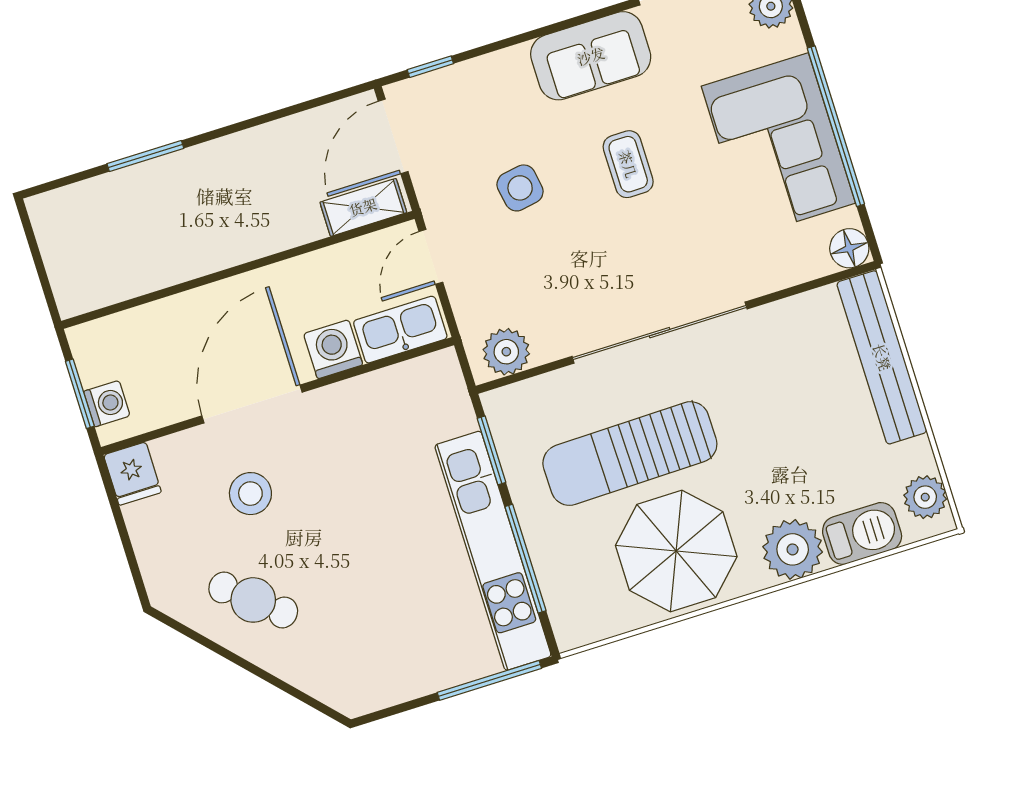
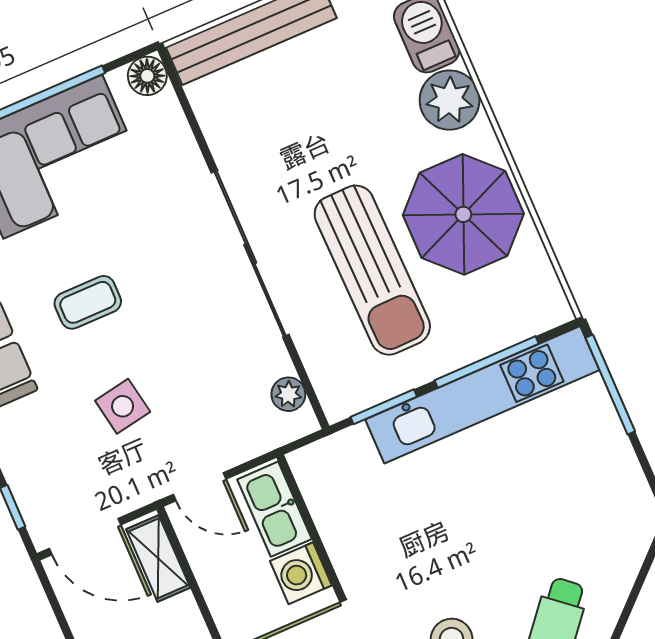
plant: (506, 352) -> (288, 394), width x0.73, depth x0.73

